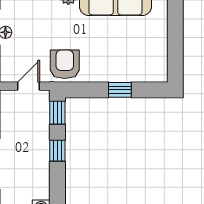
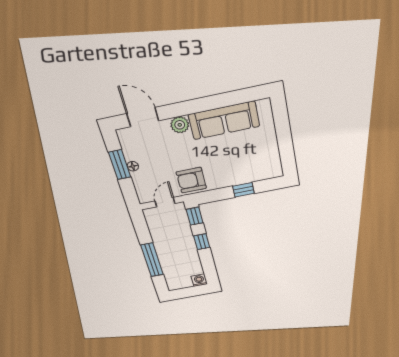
armchair: (65, 64) -> (191, 180), turned -90

